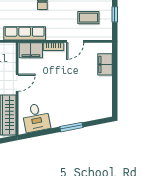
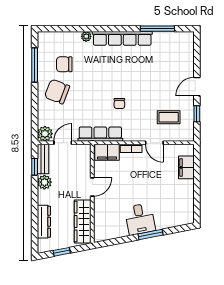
door: (75, 41) -> (154, 143), hinge flipped
desk: (36, 118) -> (140, 219), moved

